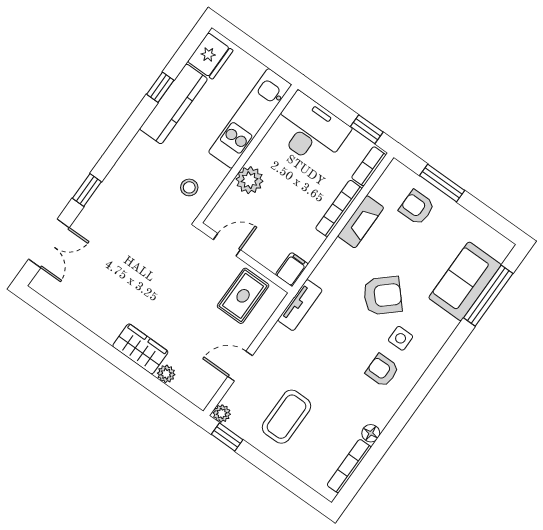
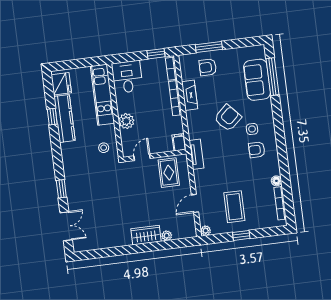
desk: (310, 130) -> (127, 77), width x0.73
window: (227, 437) -> (241, 235), moved

